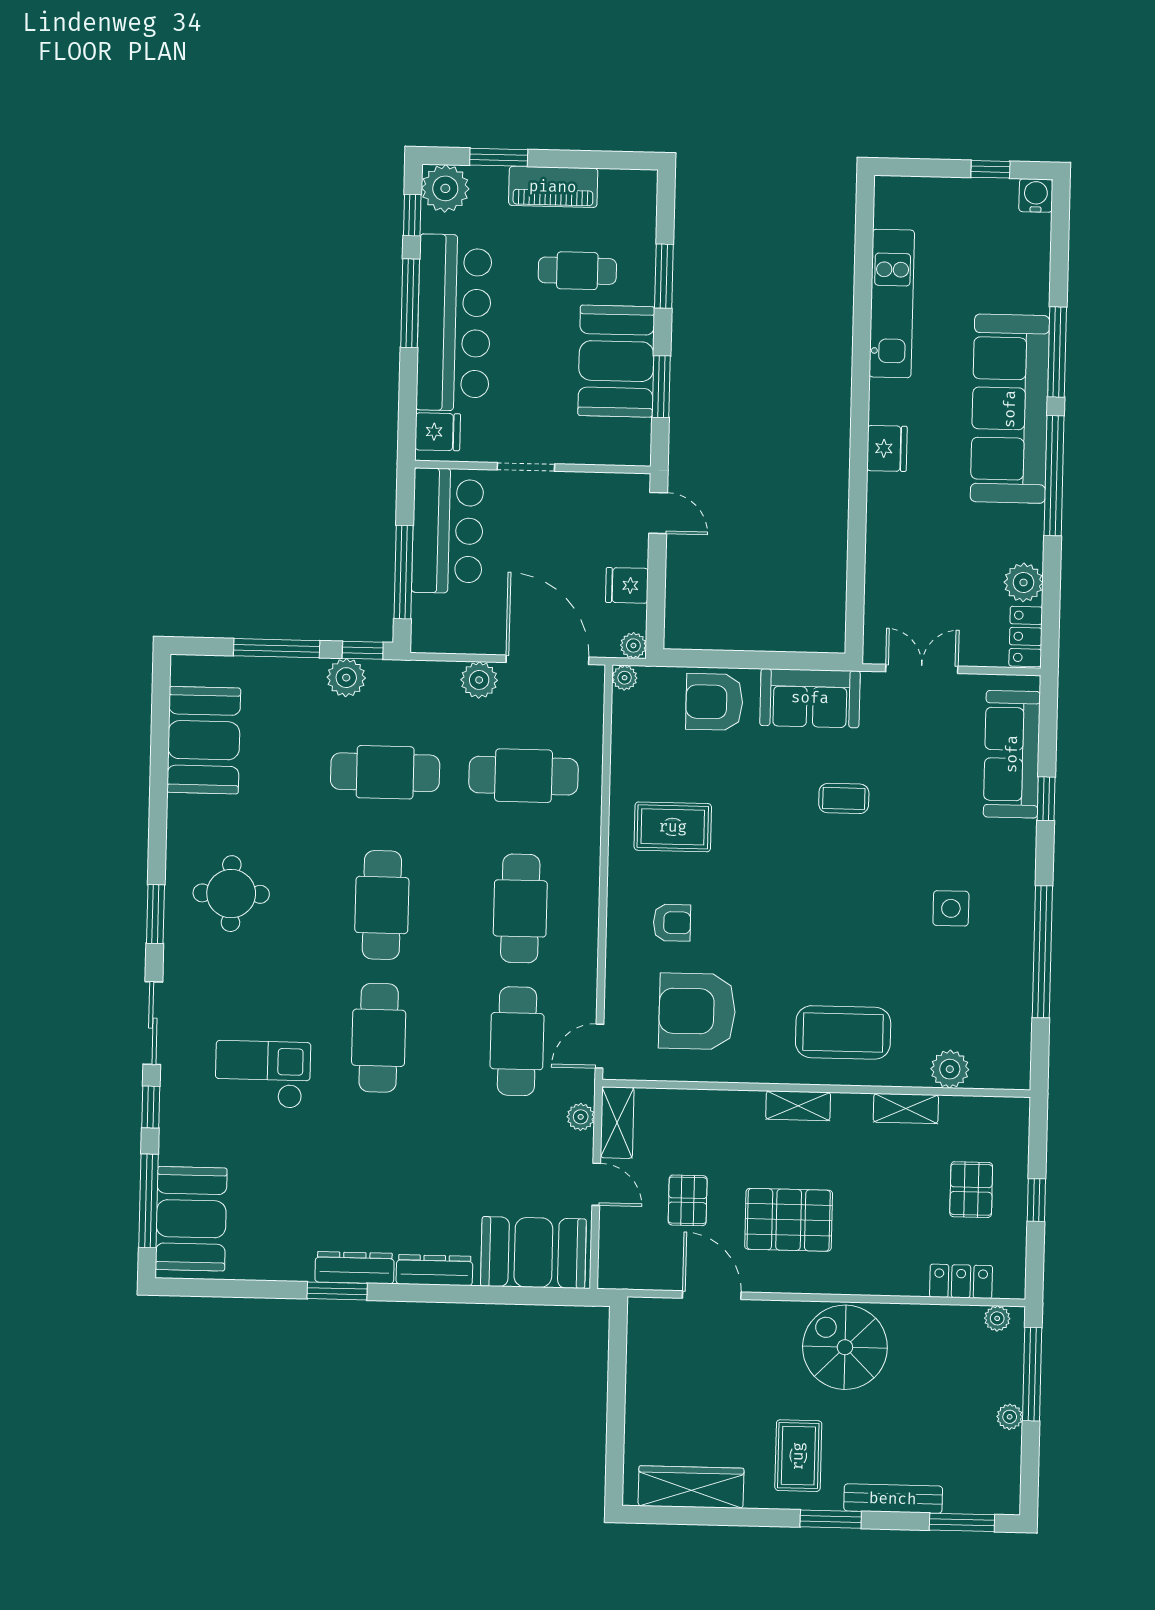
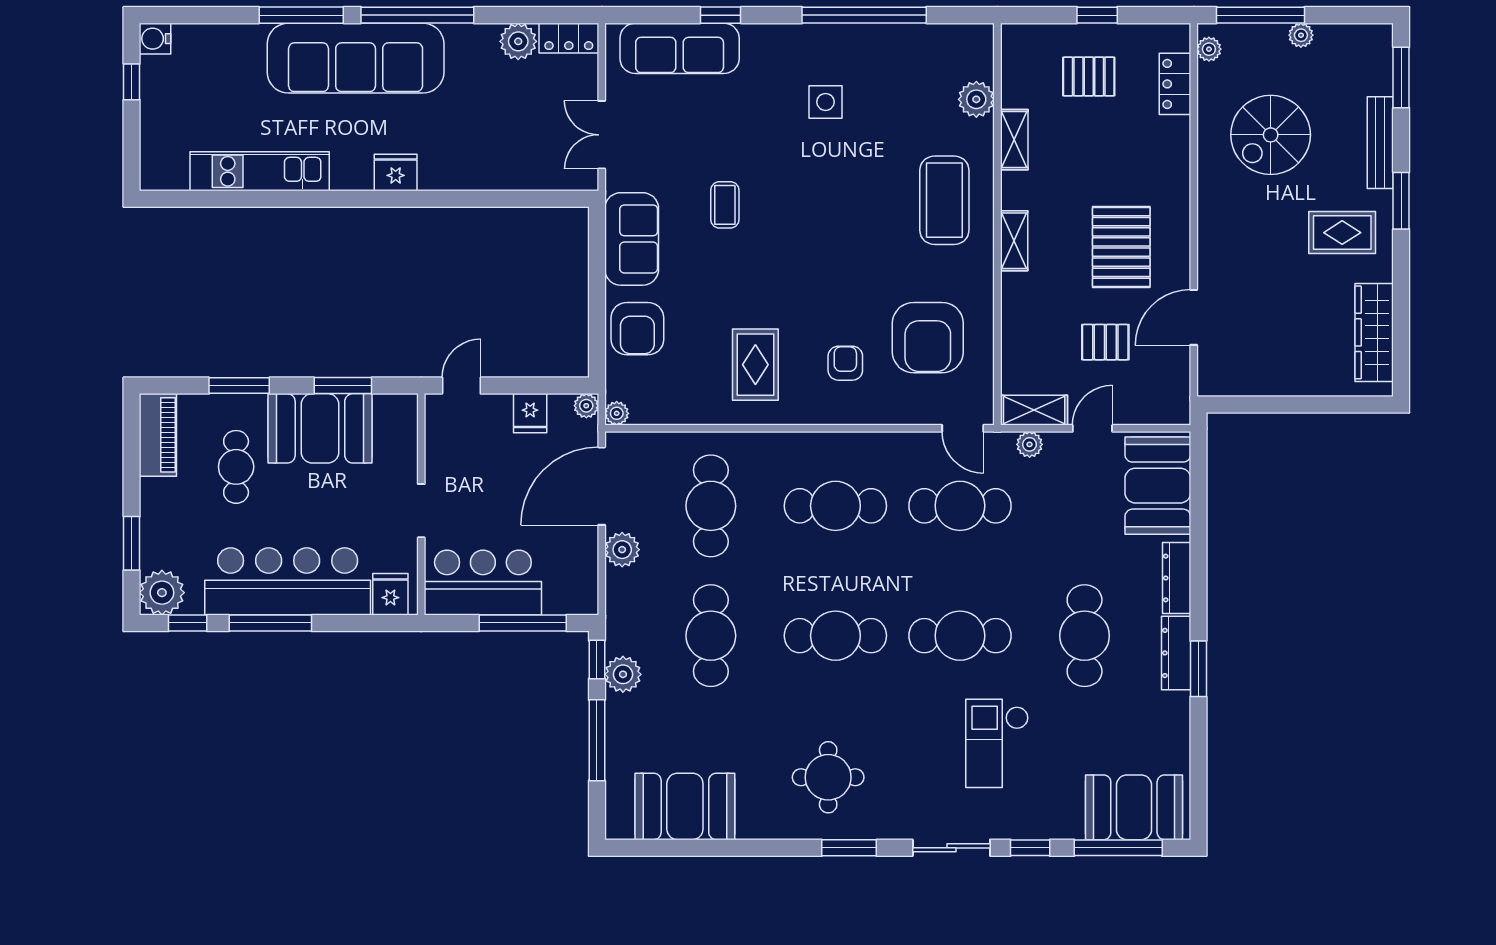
piano: (553, 187) -> (158, 435), moved
cafe table: (375, 1171) -> (1085, 636), added
spiral stairs: (845, 1347) -> (1271, 135), moved

